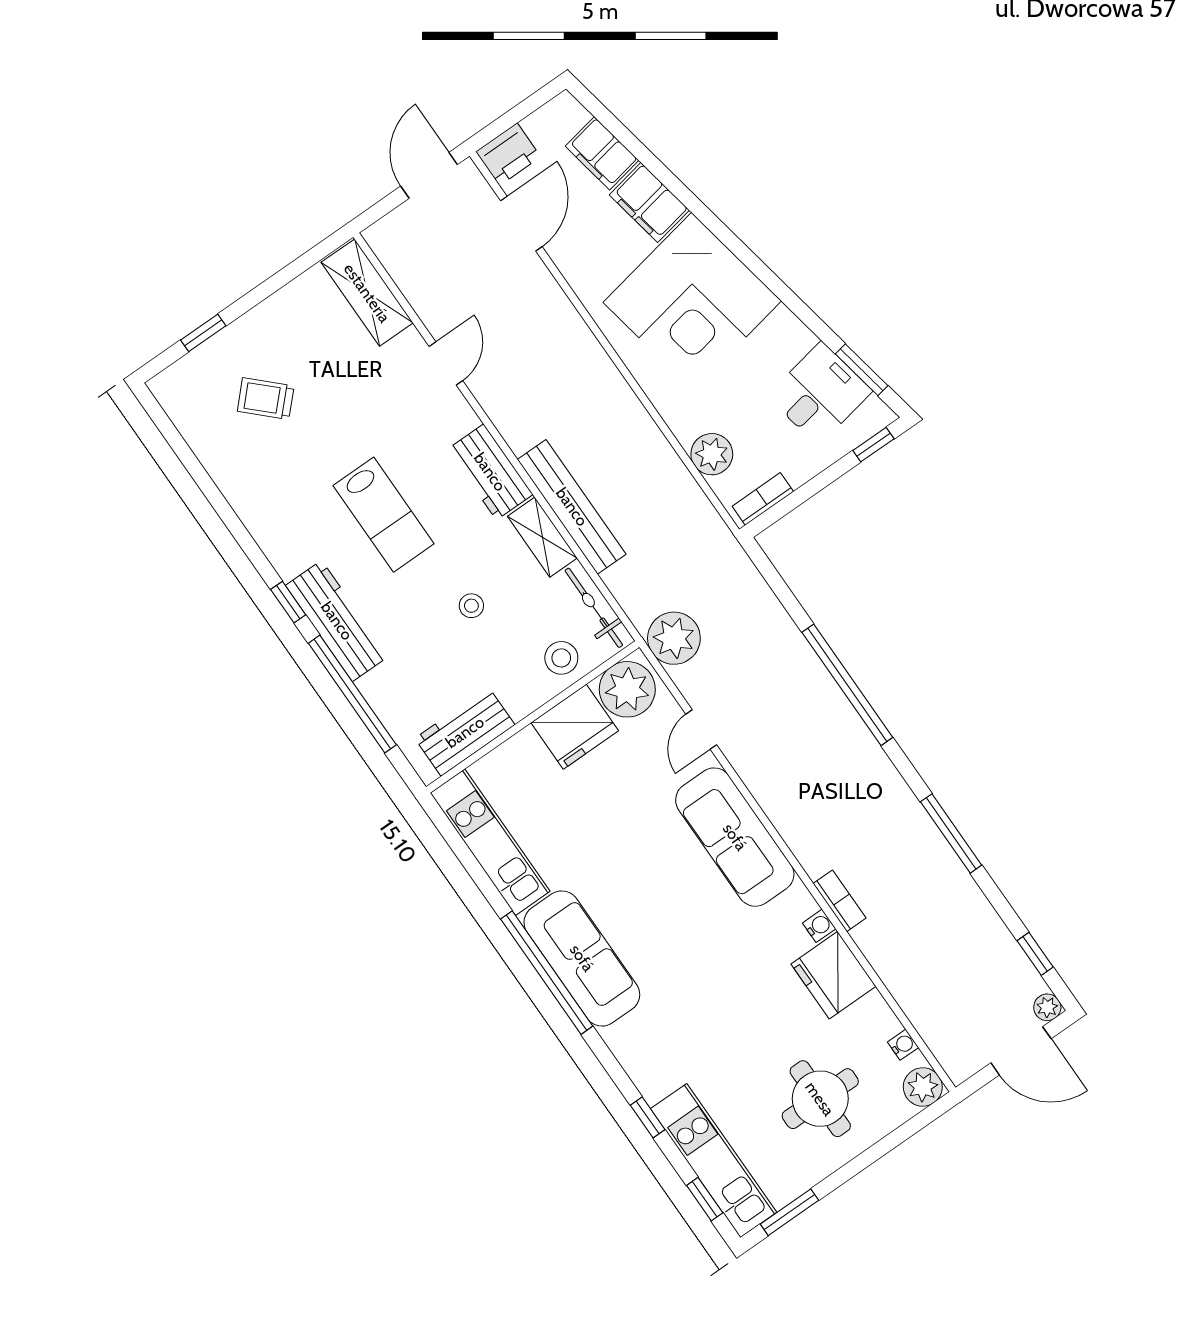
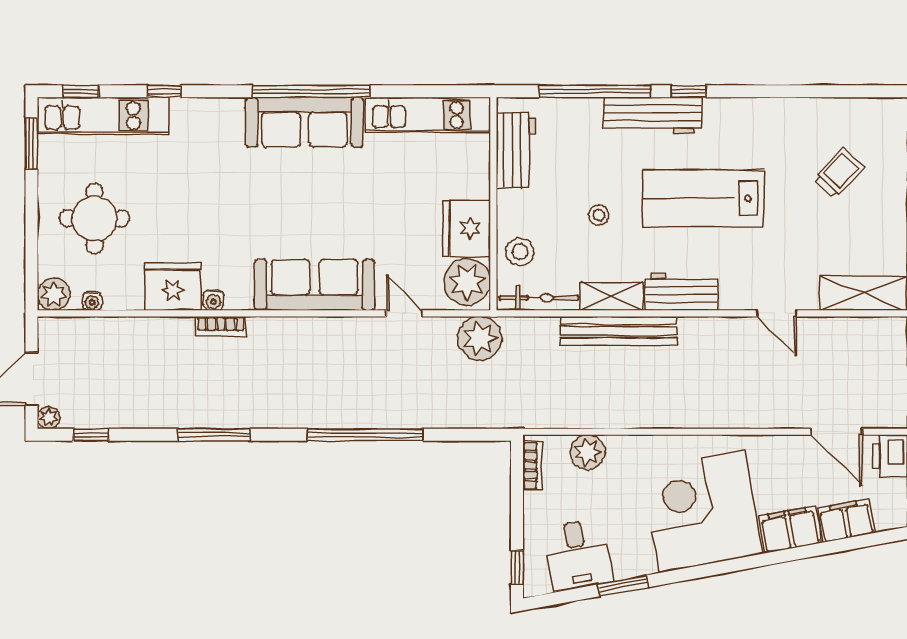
window: (862, 370) -> (623, 586), moved
lab bench: (384, 515) -> (703, 198), width x1.36, depth x1.39

